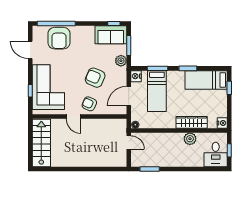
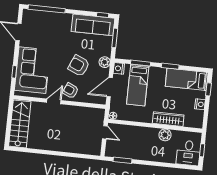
sofa: (111, 35) -> (93, 25), width x1.36
armchair: (59, 38) -> (48, 24), removed
plant: (121, 61) -> (105, 62), moved
door: (74, 117) -> (54, 101), swing flipped
nightstand: (222, 123) -> (200, 104), moved

